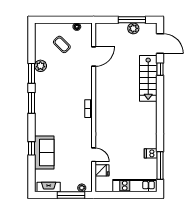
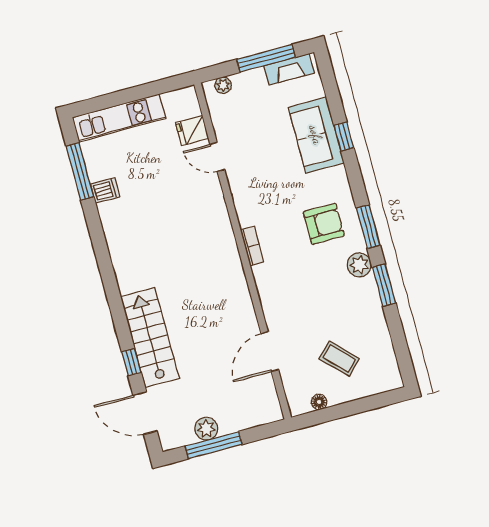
plant: (40, 66) -> (359, 265), moved
armchair: (52, 110) -> (324, 224), added
window: (71, 195) -> (266, 58), moved

